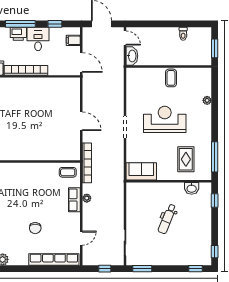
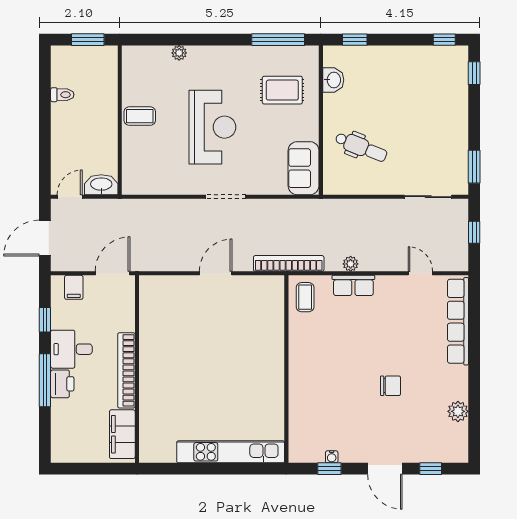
reception desk: (165, 119) -> (212, 127), turned 180
dental chair: (167, 219) -> (361, 147), moved
chair: (35, 228) -> (390, 386), moved

